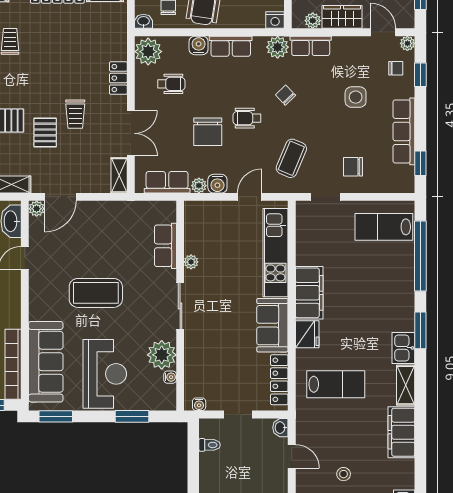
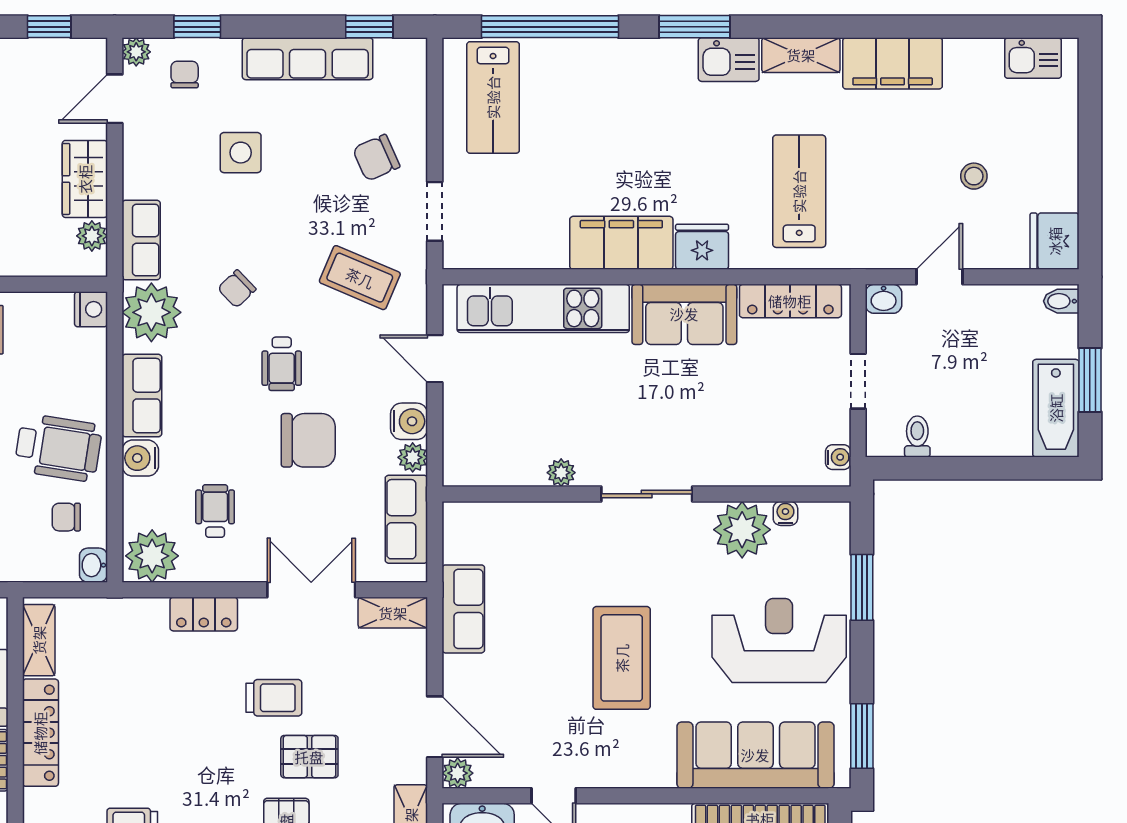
plant: (278, 47) -> (151, 312), width x1.36, depth x1.36
chair: (353, 167) -> (376, 158), turned 66
row of seats: (165, 246) -> (463, 609), moved, turned -90

